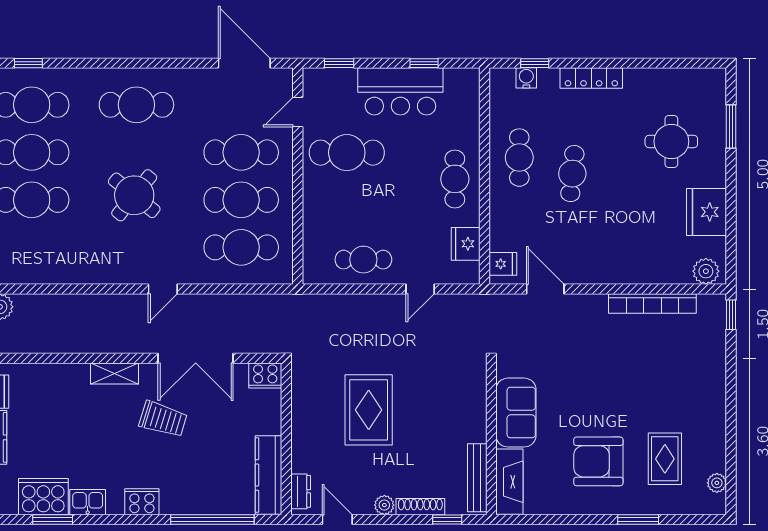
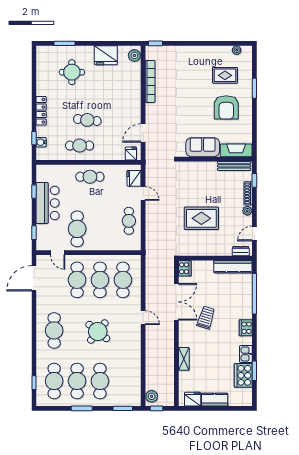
fridge: (466, 244) -> (134, 178), moved, turned 90
shelving: (115, 374) -> (184, 359), moved

